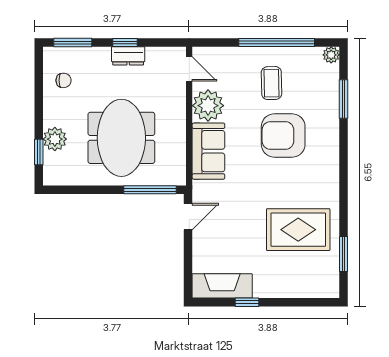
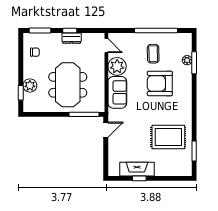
plant: (331, 55) -> (187, 60), moved
fireplace: (222, 286) -> (137, 169), moved

